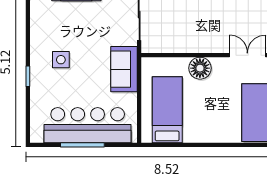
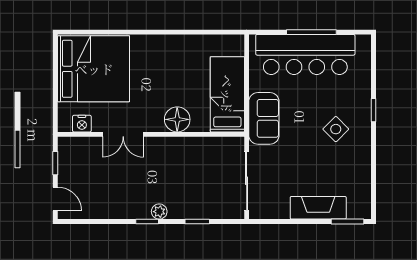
side table: (61, 60) -> (336, 129), turned 45
bed: (167, 110) -> (227, 94), moved, turned 180

